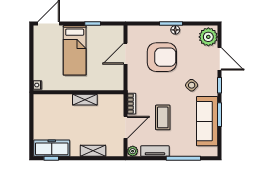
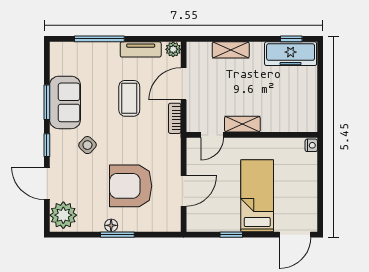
door: (106, 92) -> (212, 135), added
sofa: (207, 121) -> (65, 102), width x0.73

